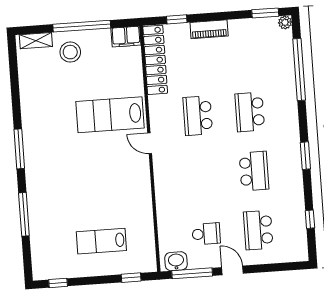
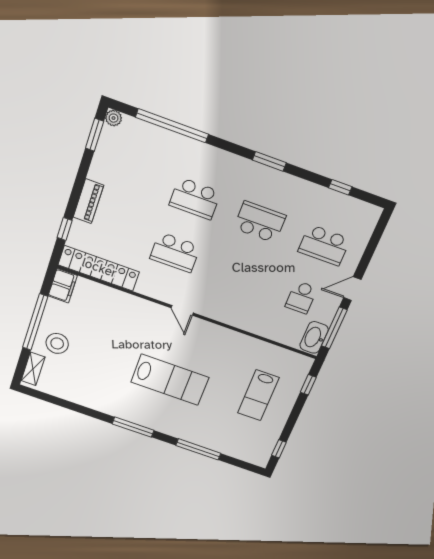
lab bench: (110, 115) -> (170, 380), moved, turned -90
door: (150, 143) -> (182, 310), hinge flipped
school desk: (206, 234) -> (301, 297), turned 180
washbasin: (176, 261) -> (314, 337), width x1.38

